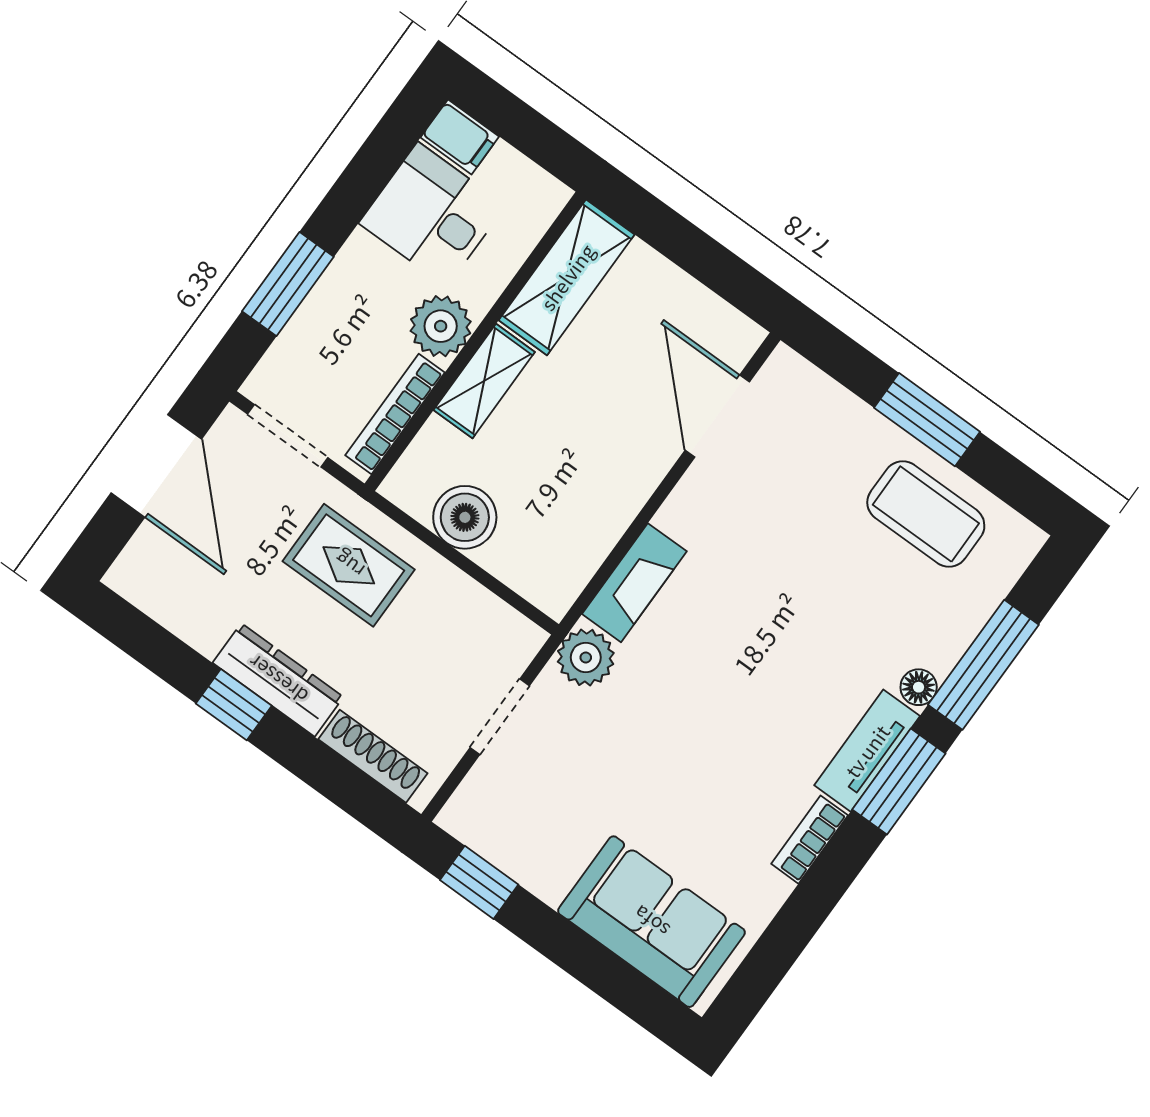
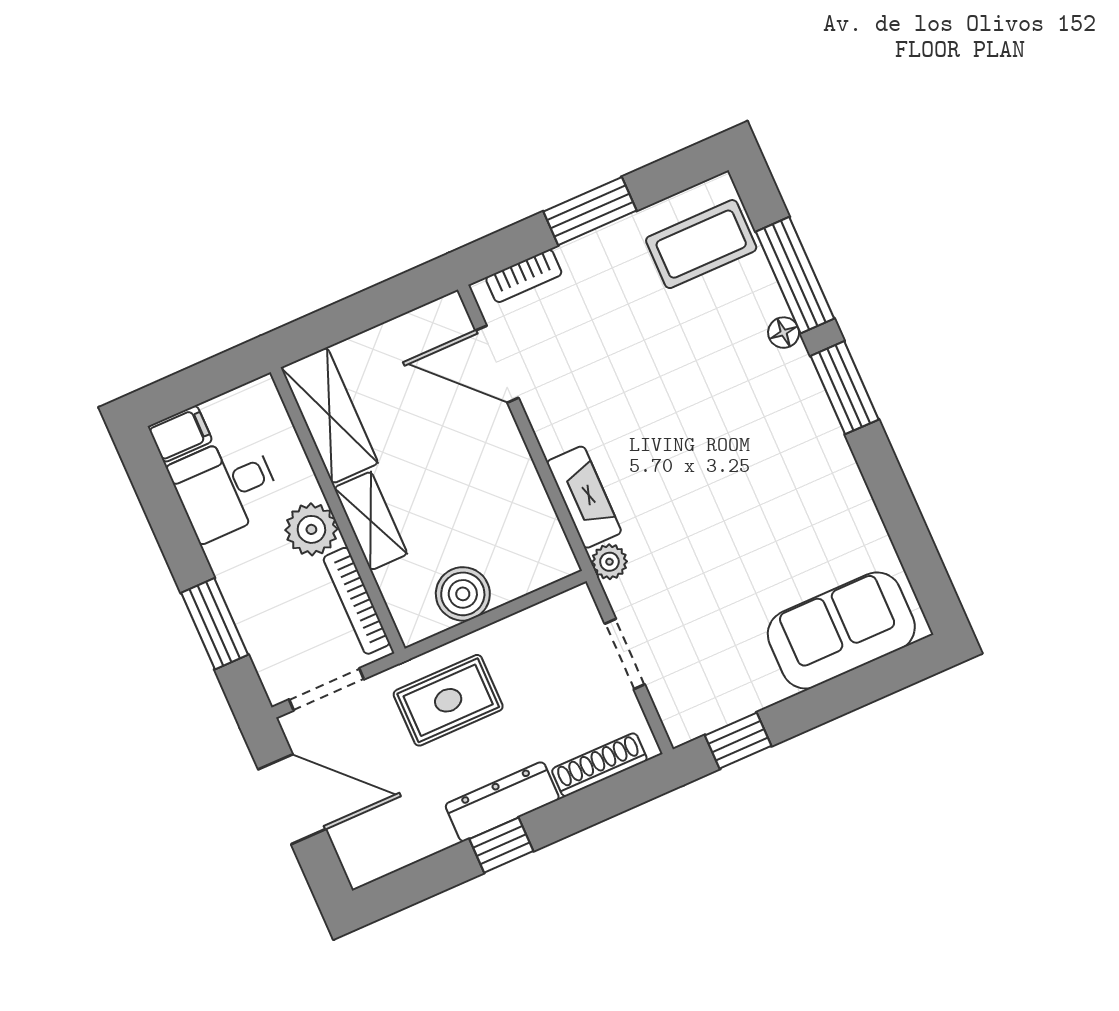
coffee table: (926, 514) -> (701, 244), moved
plant: (586, 657) -> (609, 562), width x0.73, depth x0.73
tv unit: (867, 751) -> (808, 398), removed
bookcase: (810, 840) -> (524, 276), moved, turned -90

